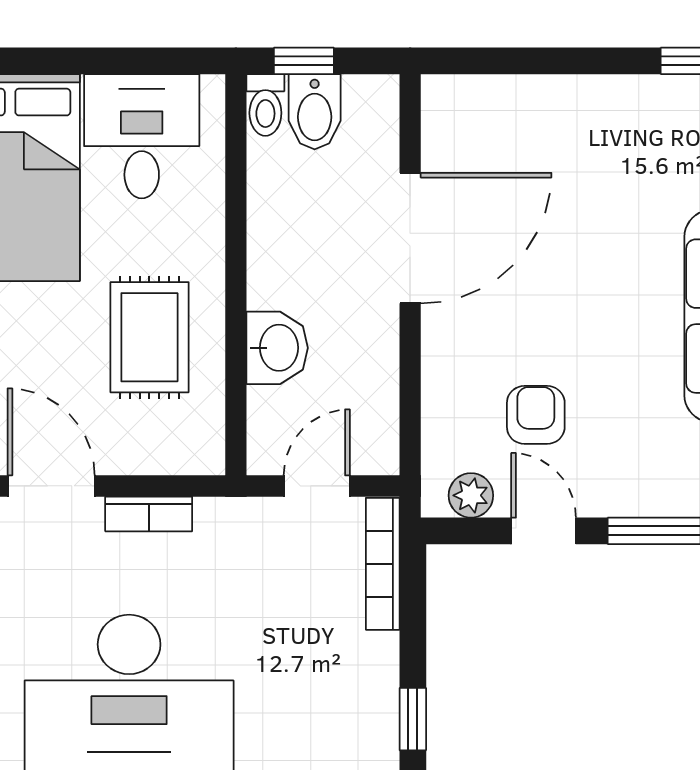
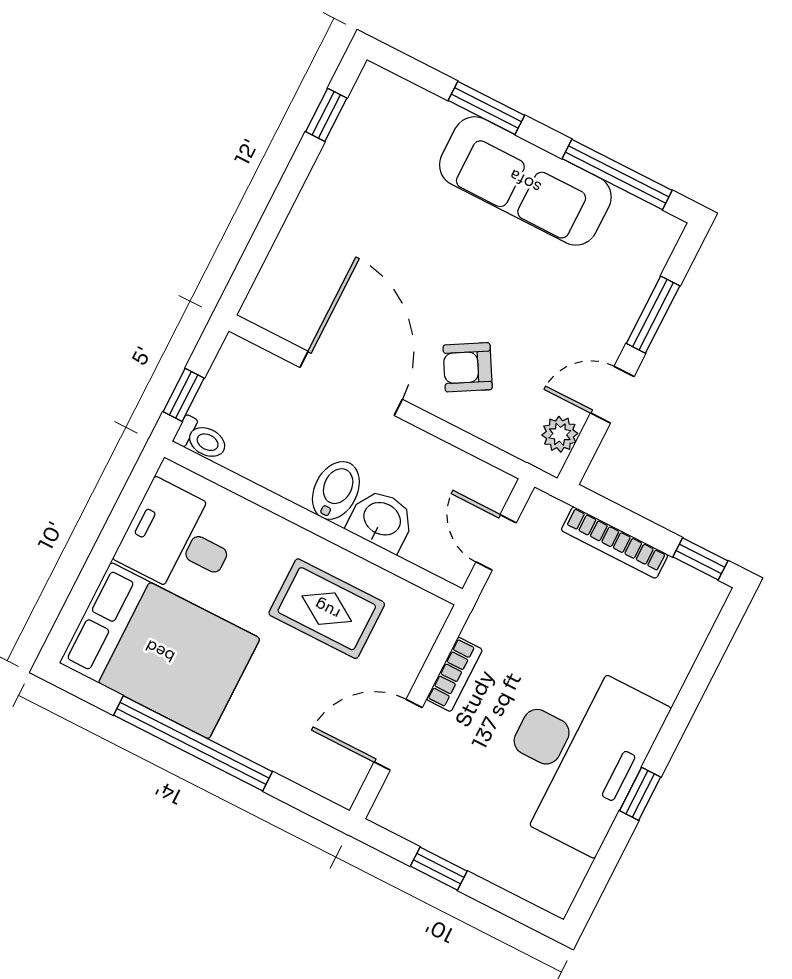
bidet: (315, 112) -> (336, 490), moved, turned -90
armchair: (536, 415) -> (468, 367), moved, turned -30
bookcase: (383, 564) -> (615, 543), moved

